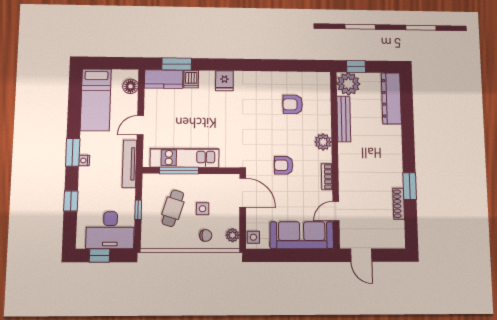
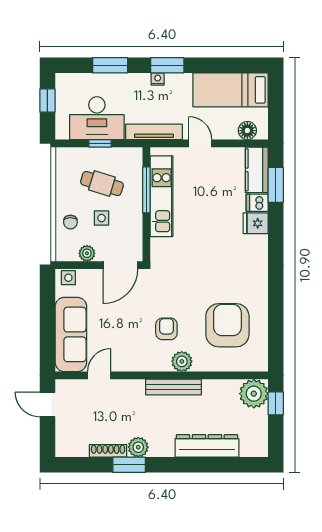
fridge: (224, 81) -> (256, 223), moved
dresser: (391, 98) -> (207, 446), moved
armchair: (293, 104) -> (227, 325), width x1.88, depth x1.88
bench: (344, 119) -> (174, 387), moved
armchair: (284, 165) -> (166, 329), moved
bookcase: (327, 177) -> (140, 365), removed
plant: (395, 178) -> (138, 447), added
window: (71, 201) -> (110, 65), width x1.50
door: (336, 211) -> (99, 375), hinge flipped
desk: (110, 230) -> (97, 118), moved, turned -90
plant: (233, 235) -> (87, 253), moved
door: (361, 255) -> (47, 404), hinge flipped

